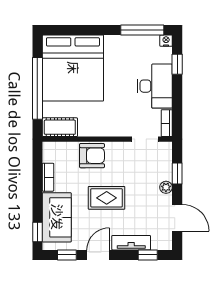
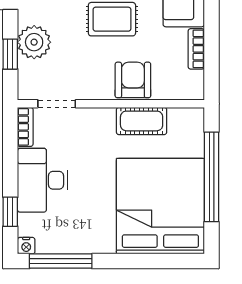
cot: (60, 127) -> (142, 121), moved
armchair: (92, 156) -> (133, 80), turned 90
plant: (166, 187) -> (34, 42), width x1.88, depth x1.88

